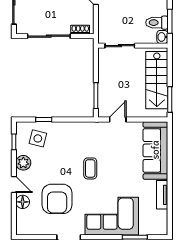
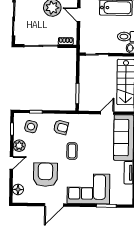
door: (118, 120) -> (107, 113), moved
armchair: (76, 139) -> (61, 127), added
door: (14, 185) -> (11, 163), hinge flipped
armchair: (57, 199) -> (45, 175), turned 180
floor lamp: (23, 202) -> (18, 190), moved

